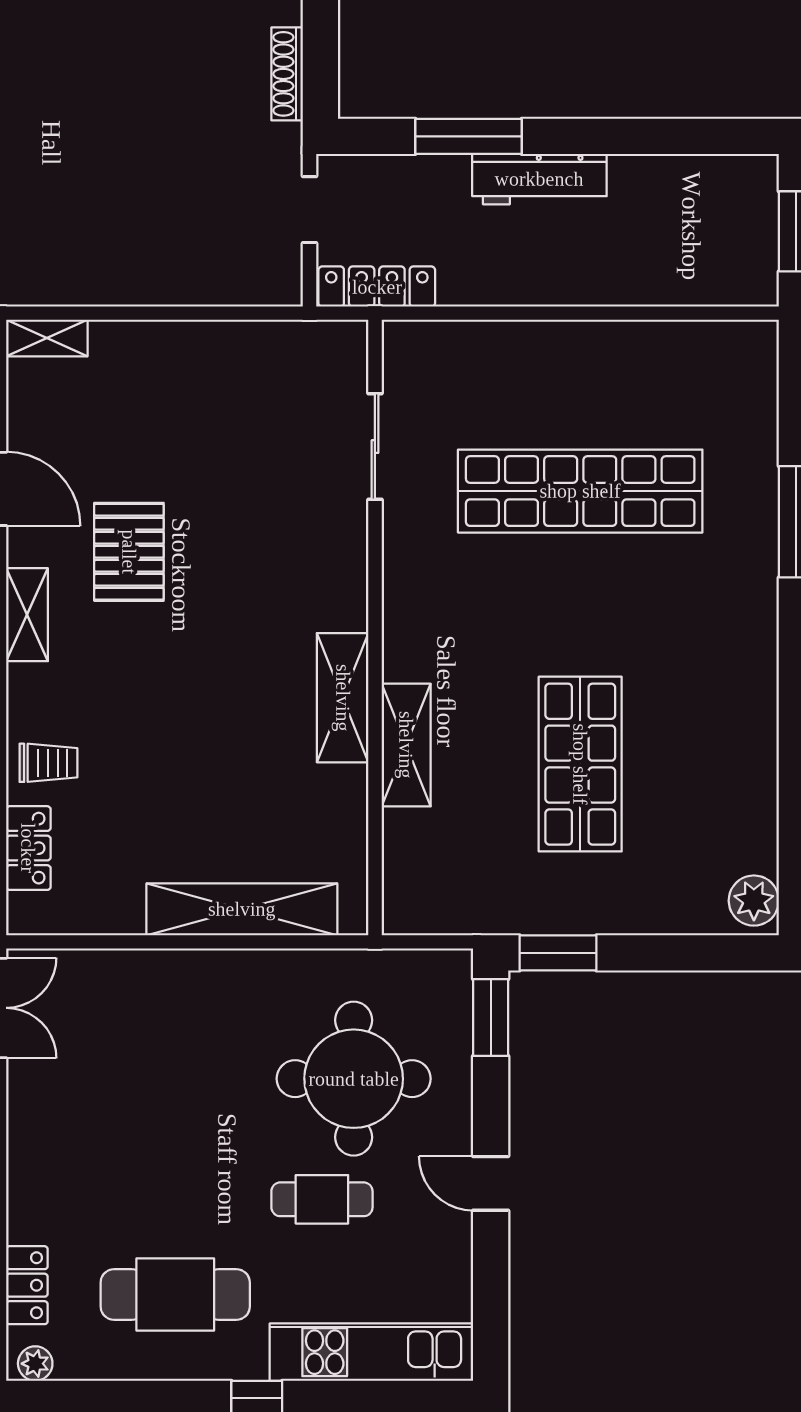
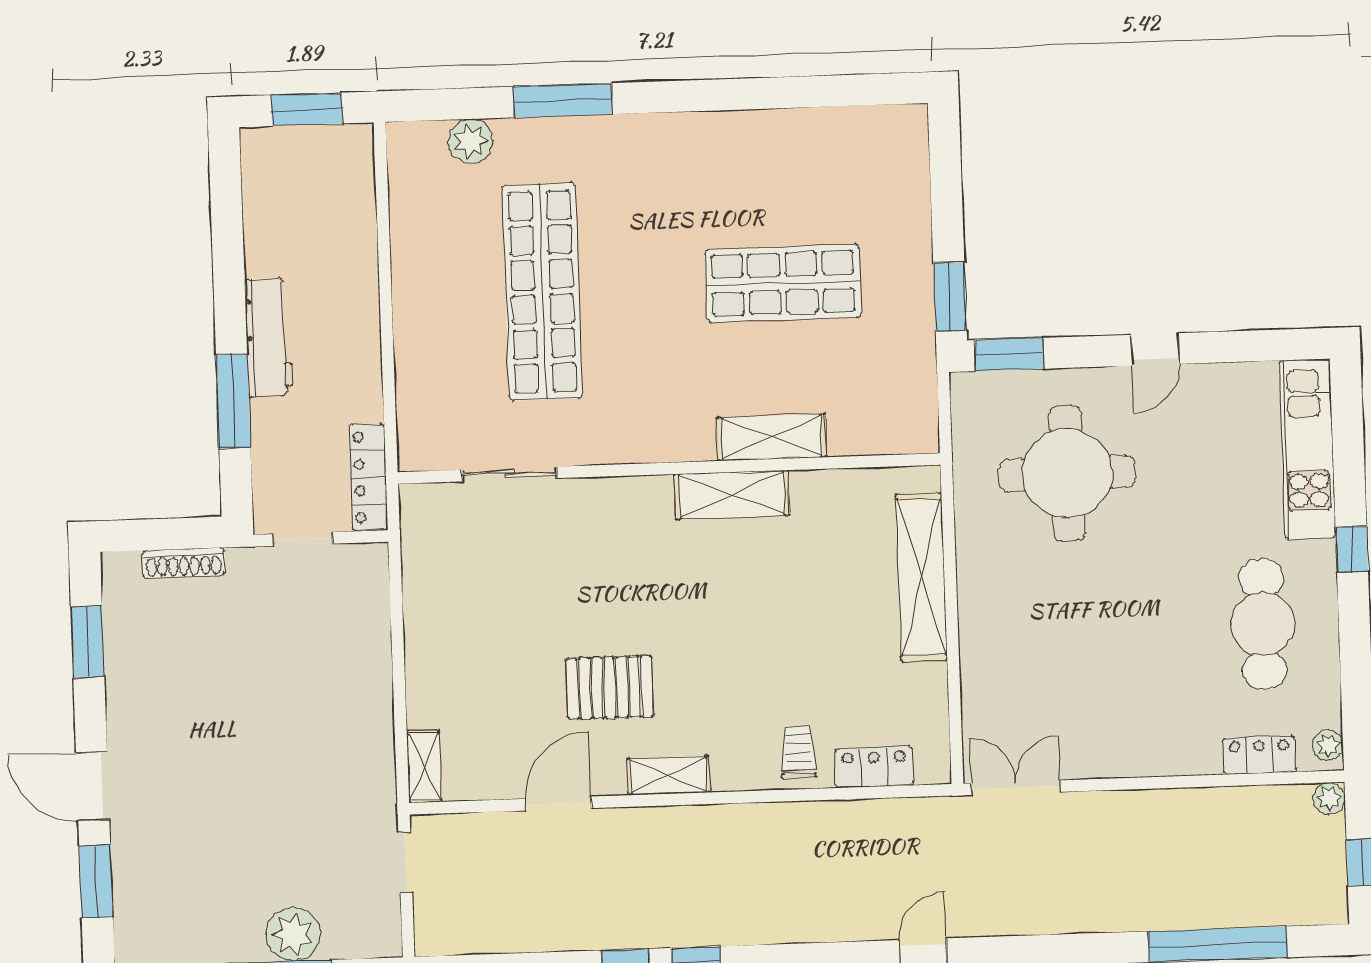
plant: (754, 901) -> (471, 141), moved
cafe table: (322, 1199) -> (1174, 498), removed

